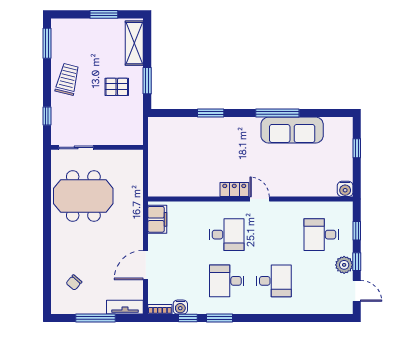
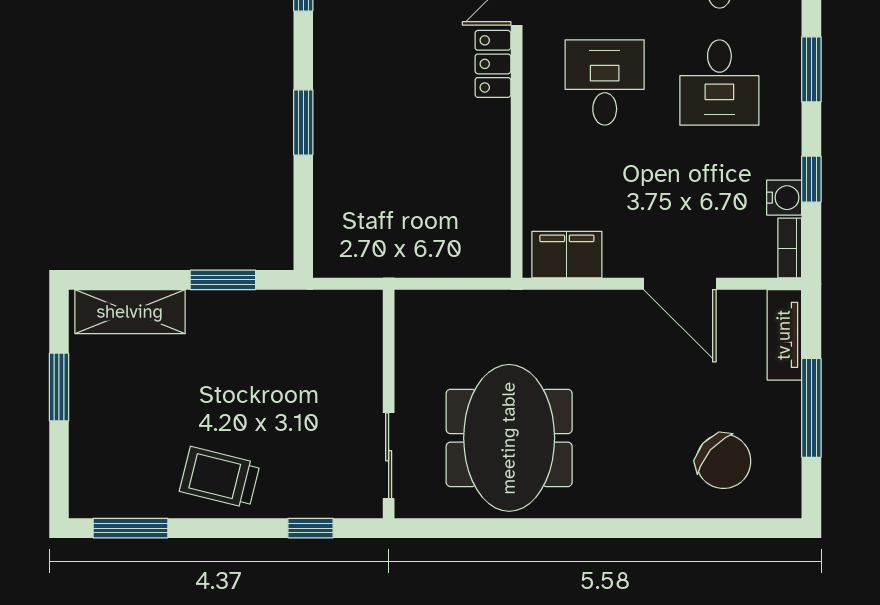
pallet: (117, 87) -> (239, 355), removed
chair: (74, 283) -> (724, 461), width x1.87, depth x1.87
window: (219, 318) -> (811, 69), moved

